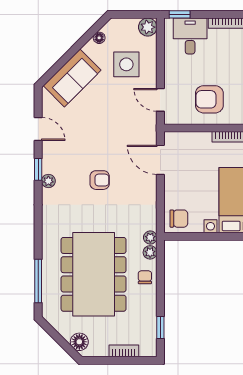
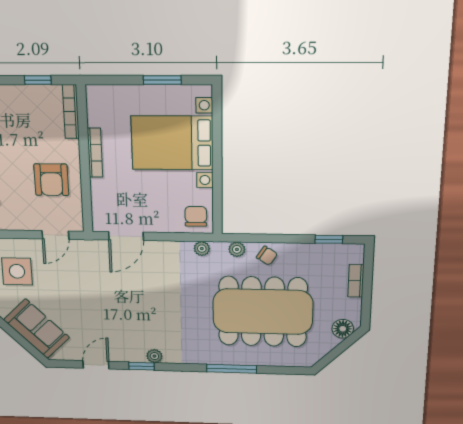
armchair: (100, 180) -> (152, 303), removed
plant: (150, 238) -> (202, 249), moved
chair: (145, 277) -> (267, 256), turned -147
window: (38, 281) -> (231, 369), moved

